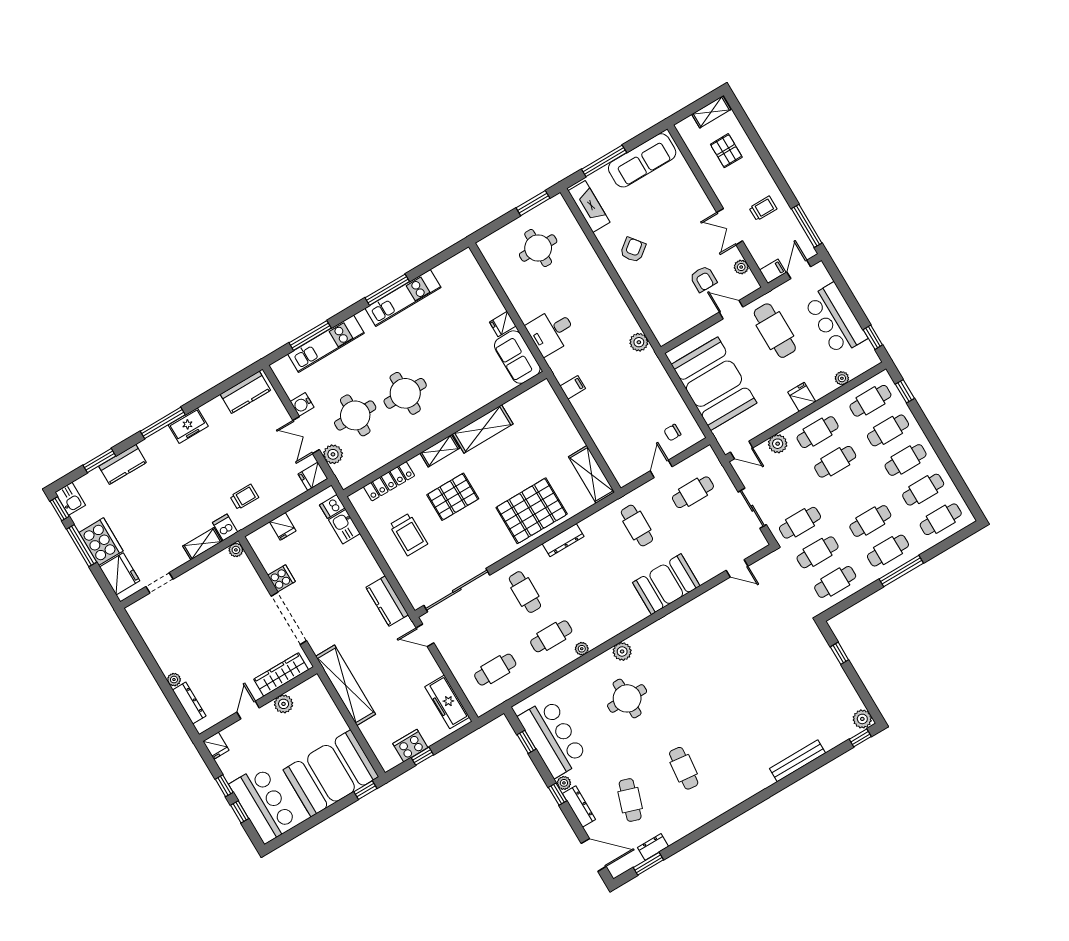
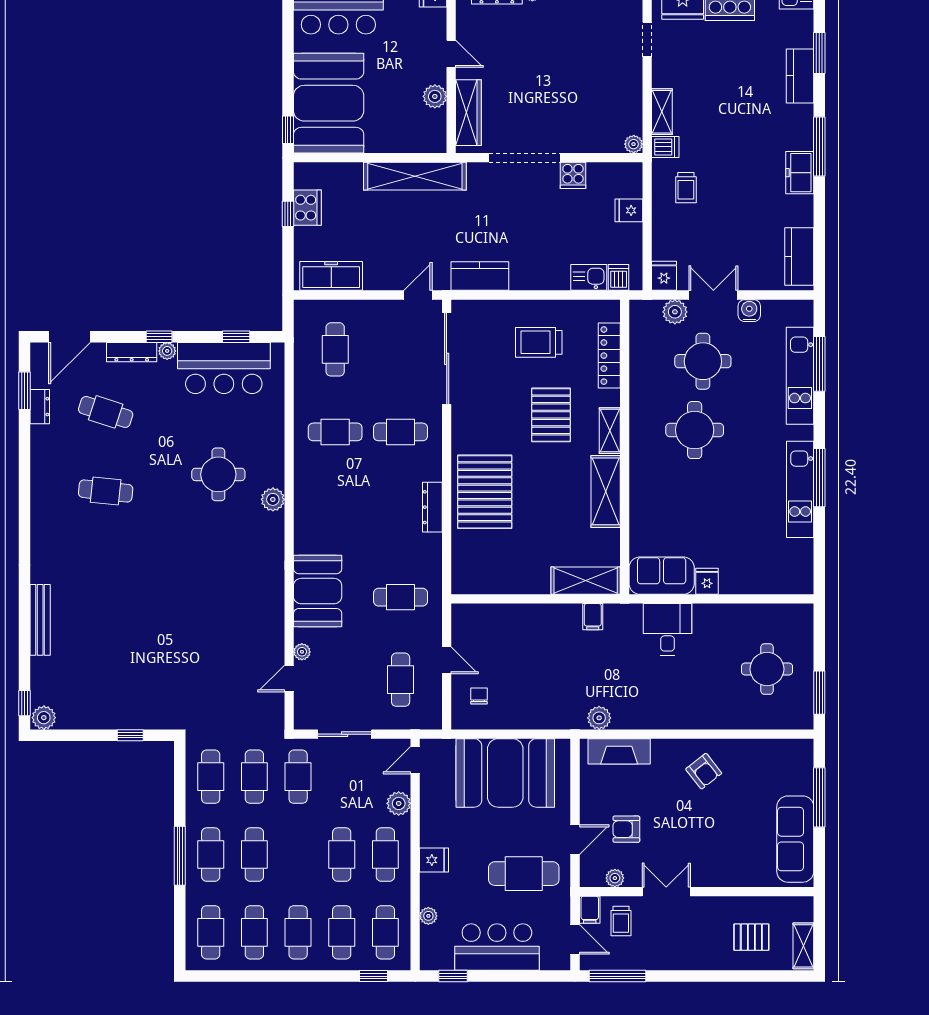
fireplace: (589, 206) -> (619, 751), moved
trolley: (763, 208) -> (621, 921), moved
shelving: (592, 474) -> (586, 581), moved
cafe table: (551, 636) -> (335, 432), turned 90
plant: (582, 649) -> (302, 652), moved

